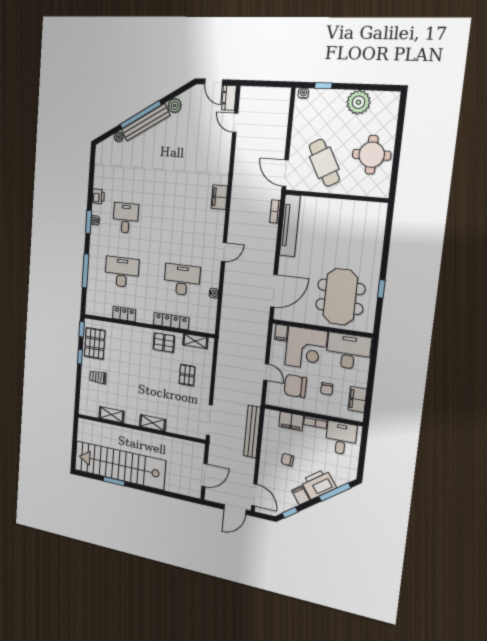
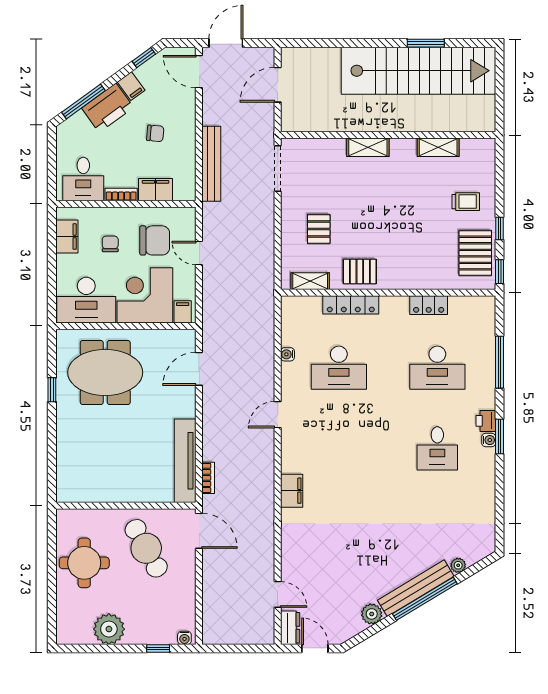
printer: (98, 196) -> (486, 421), moved
door: (274, 291) -> (199, 369), width x0.73
meeting table: (340, 297) -> (105, 372), turned 90

